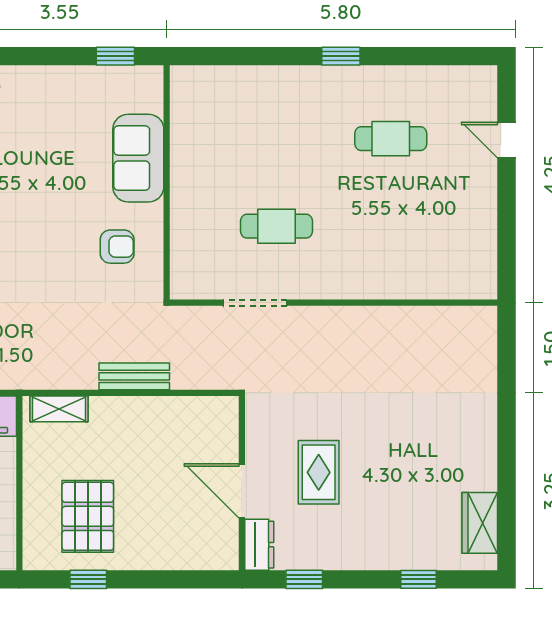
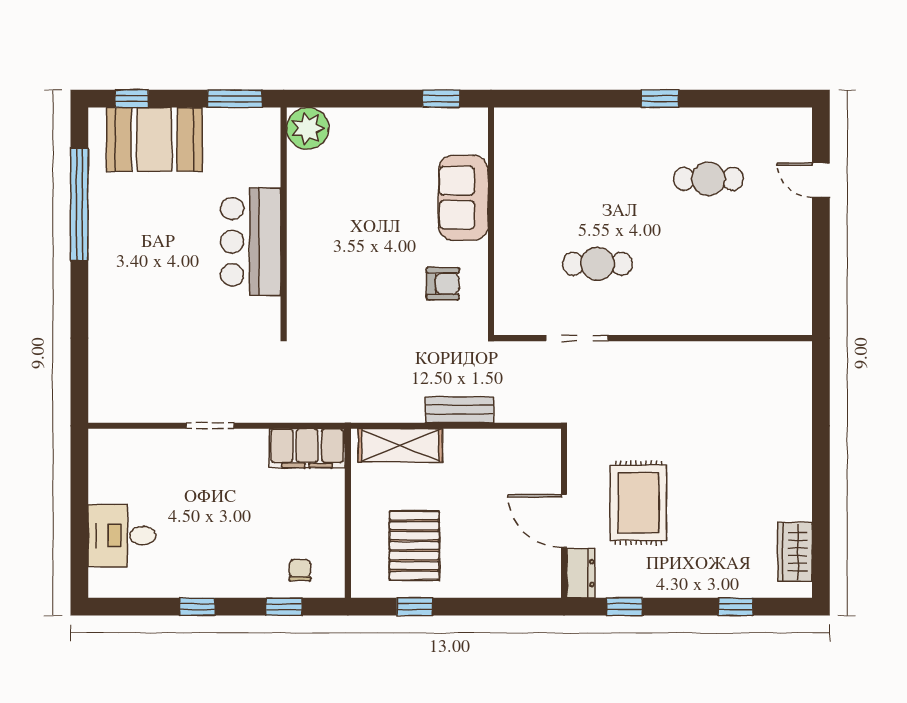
shelving: (59, 409) -> (400, 445), width x1.50, depth x1.33
rug: (319, 472) -> (638, 503), width x1.36, depth x1.43

